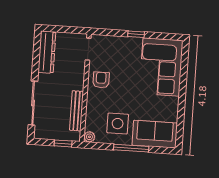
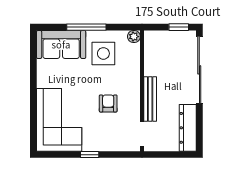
armchair: (101, 80) -> (108, 103), moved, turned 180
sliding door: (33, 103) -> (199, 70), width x1.36
bench: (77, 111) -> (150, 99), moved
window: (63, 143) -> (179, 27), moved

